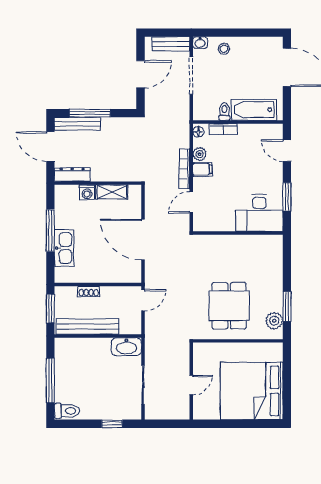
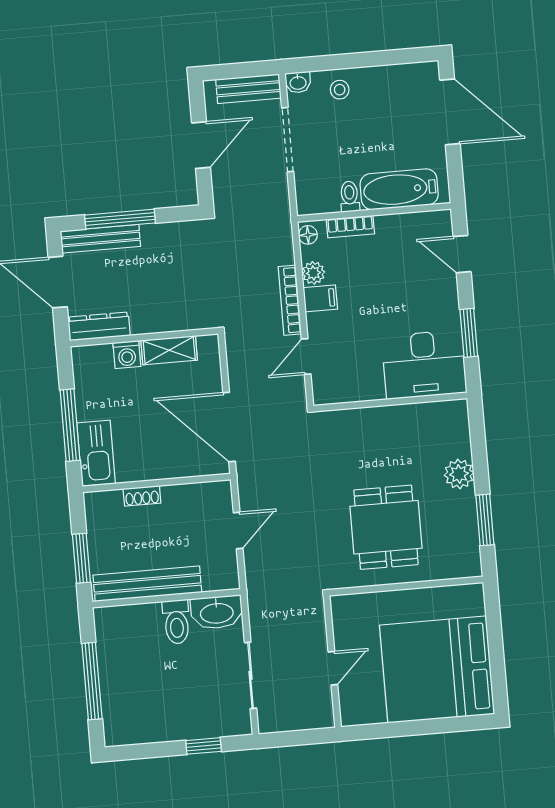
wall: (98, 285) -> (157, 483), moved
shoe rack: (89, 291) -> (142, 496), moved
plant: (274, 321) -> (459, 474), moved
toilet: (67, 411) -> (176, 622), moved, turned 90

